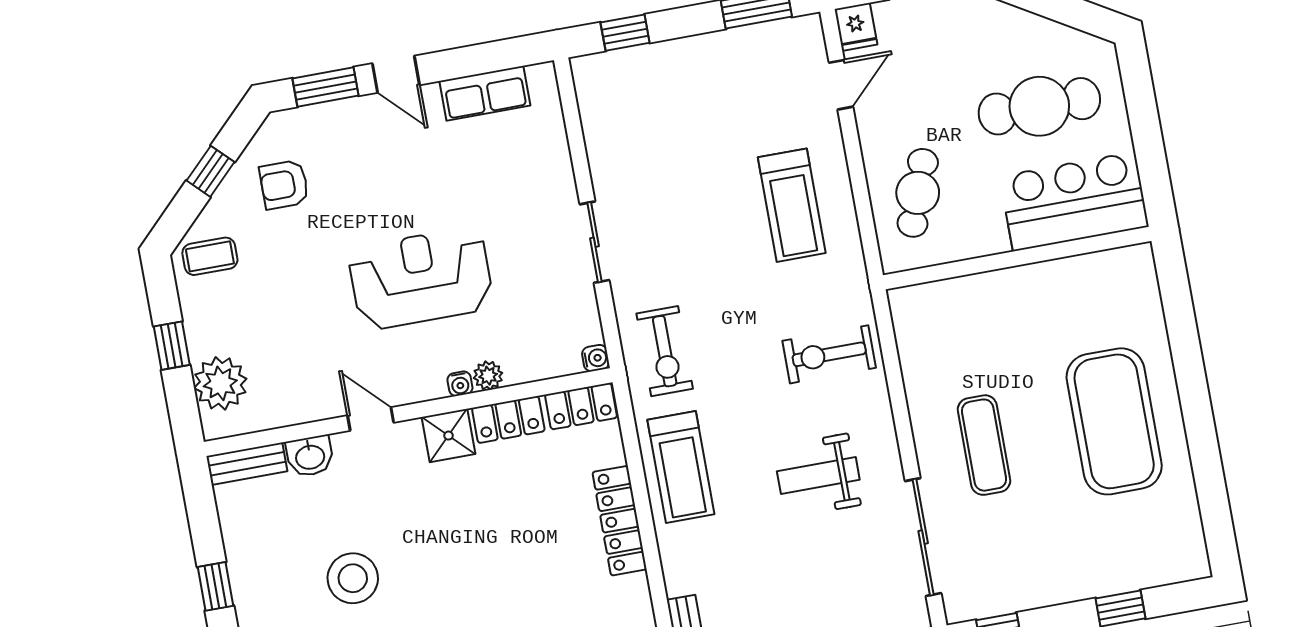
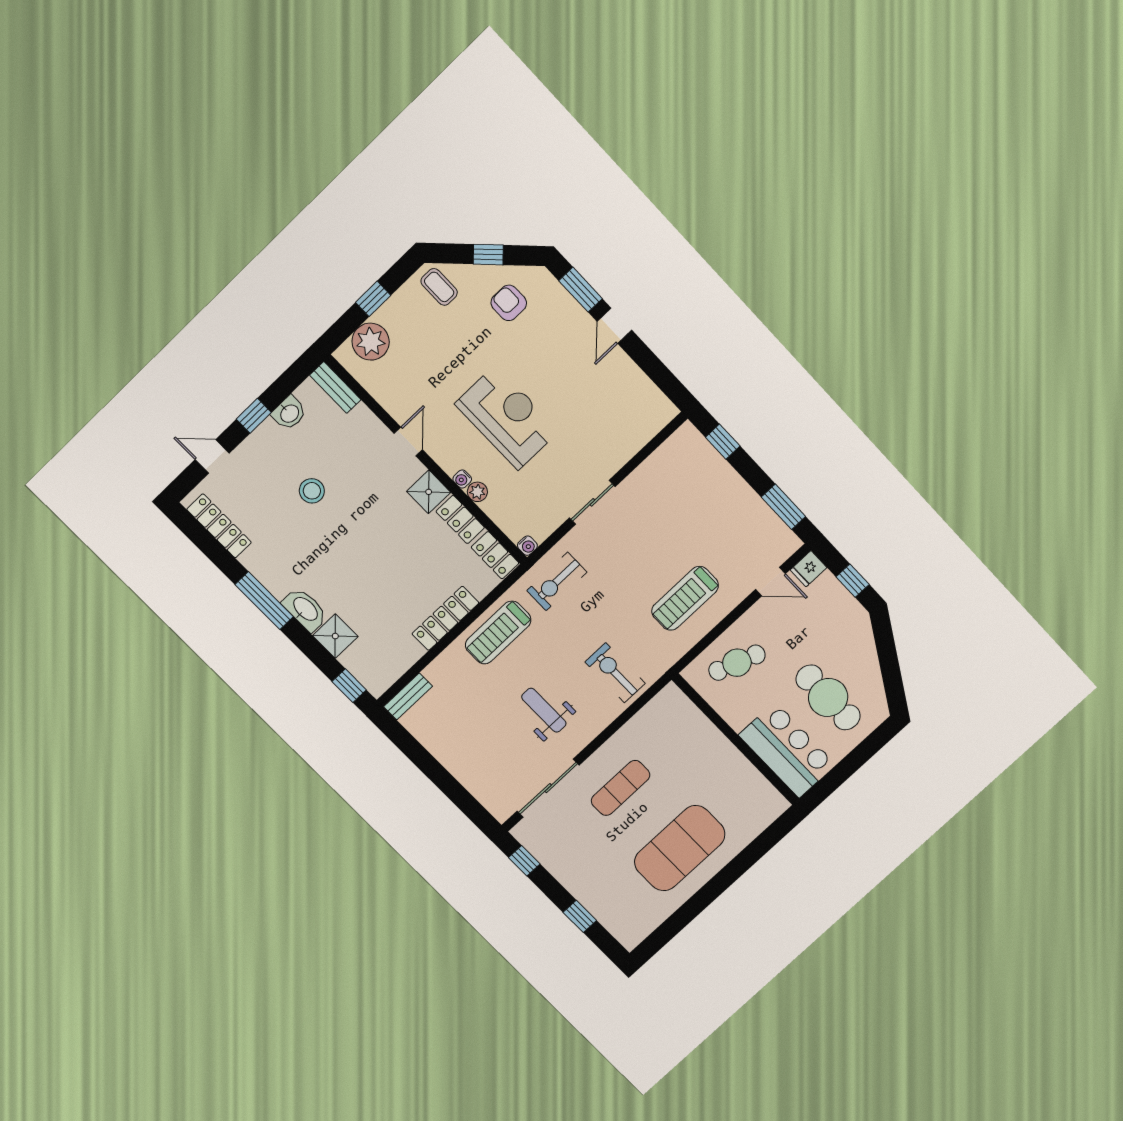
row of seats: (485, 93) -> (637, 384), removed
washbasin: (310, 456) -> (289, 413), moved, turned -90
stool: (353, 578) -> (312, 491), width x0.73, depth x0.73

